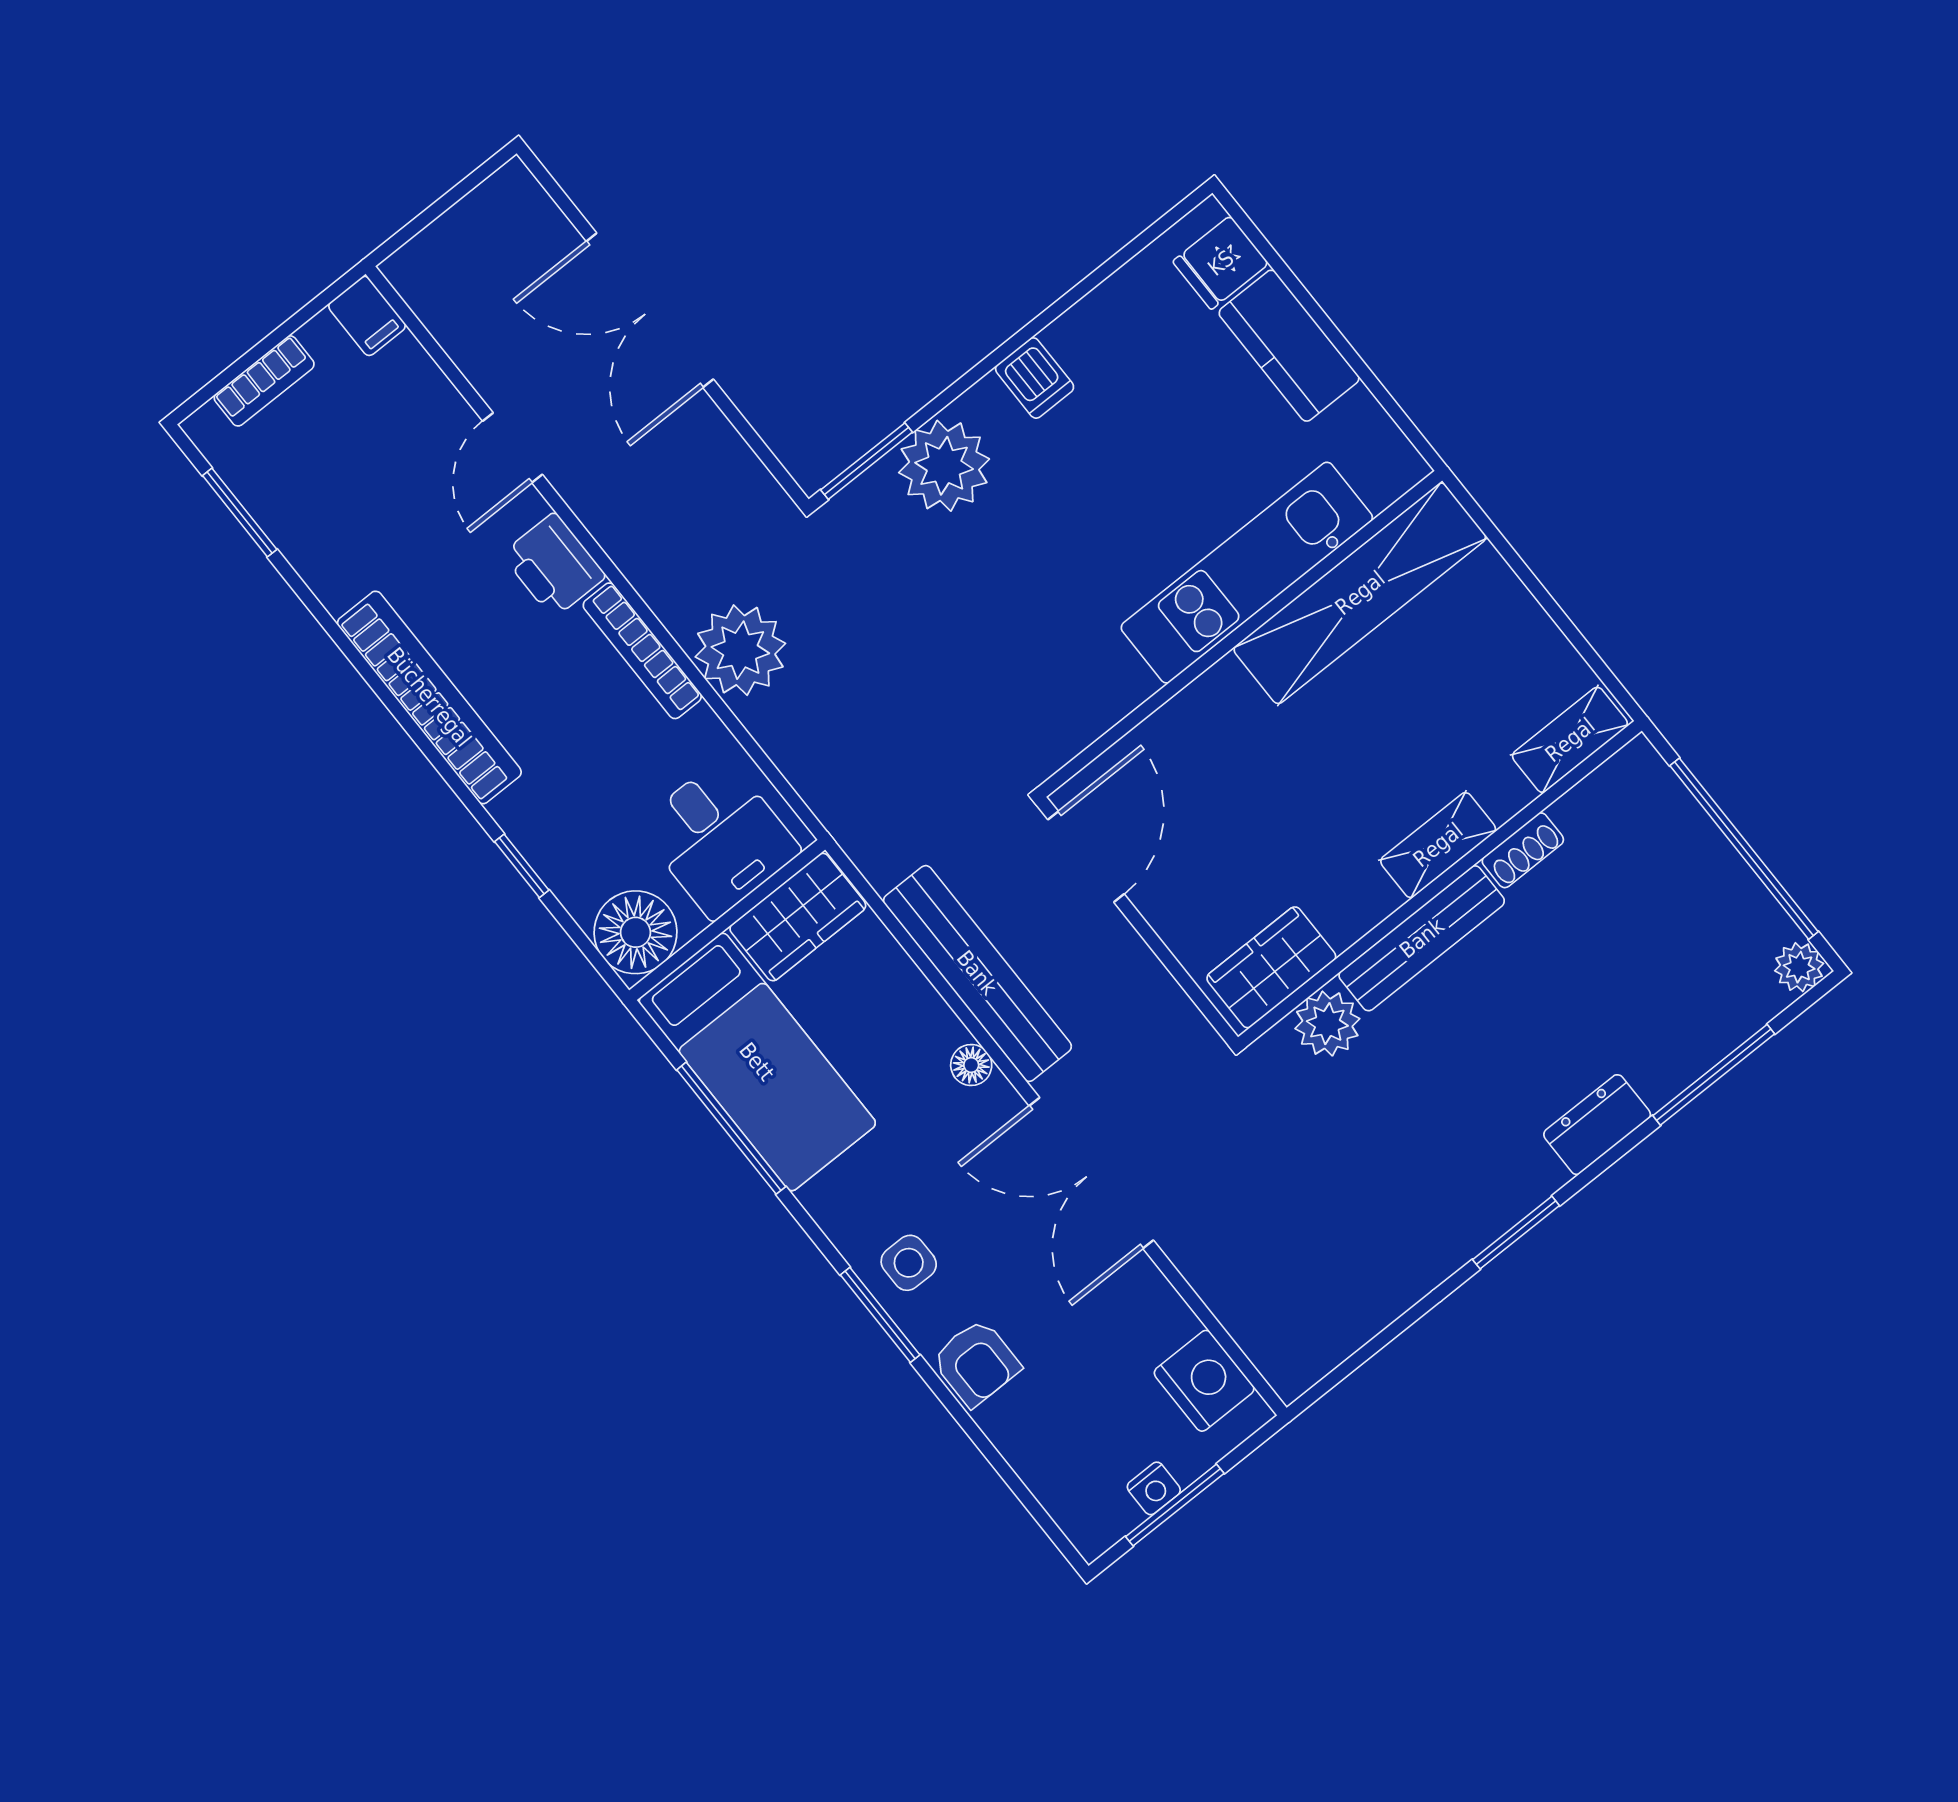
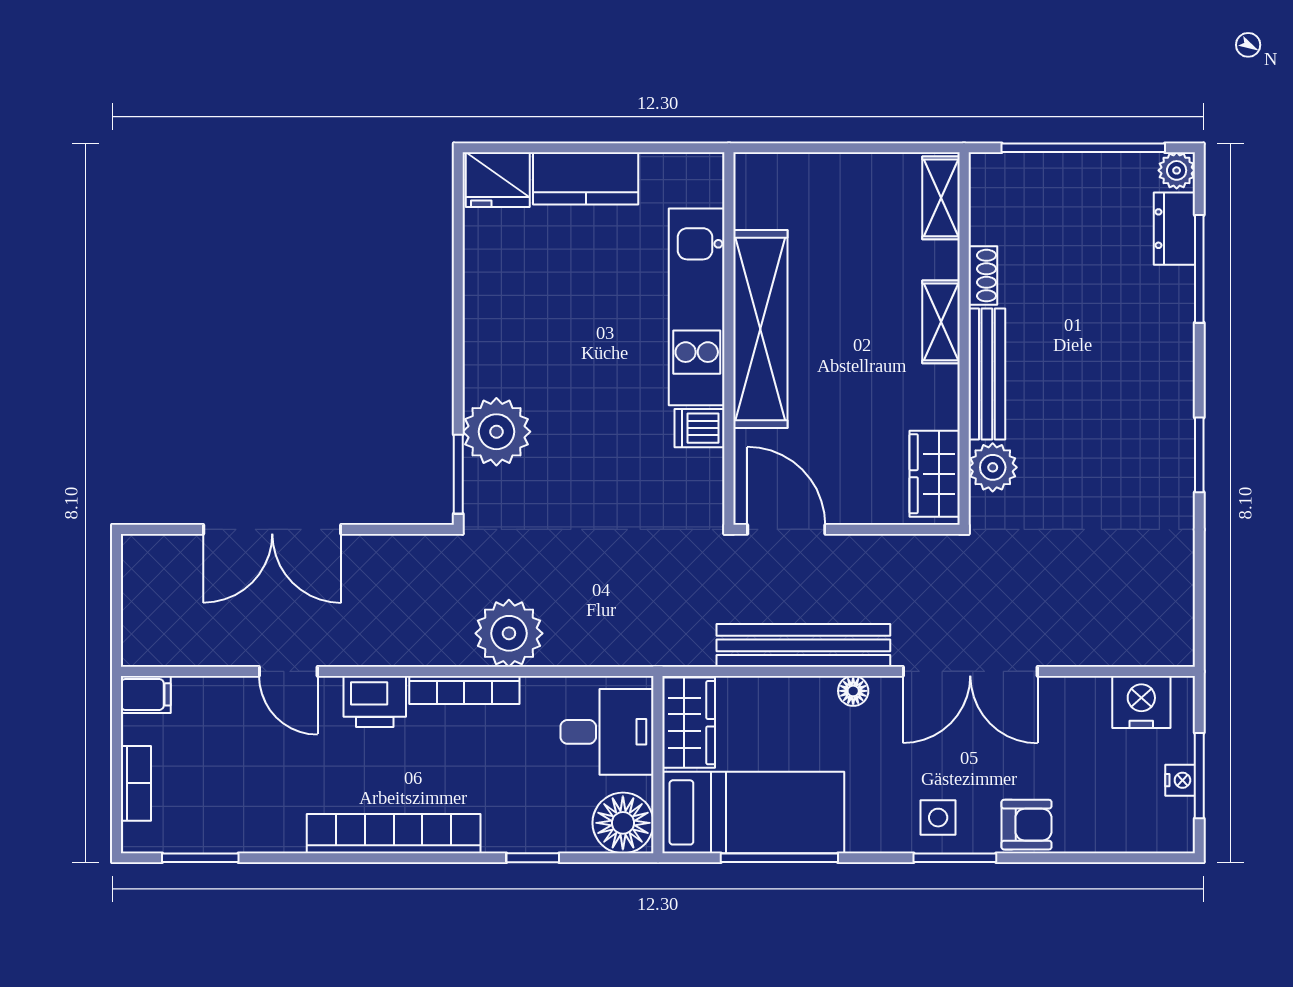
fridge: (1221, 263) -> (498, 180), width x1.38
dishwasher: (1035, 378) -> (700, 428), moved, turned 180
shelving: (1360, 593) -> (760, 329), moved
dresser: (1597, 1125) -> (1174, 229), moved

